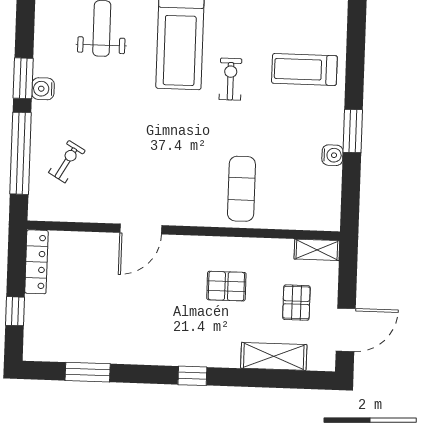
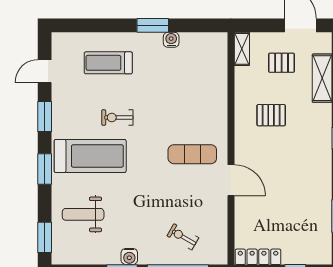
treadmill: (304, 69) -> (108, 63), turned 90
exercise mat: (241, 189) -> (192, 154), moved
pallet: (226, 286) -> (271, 115), turned 90

